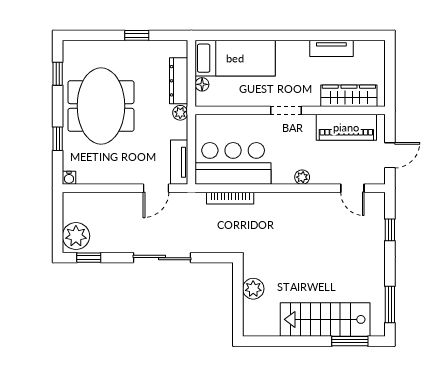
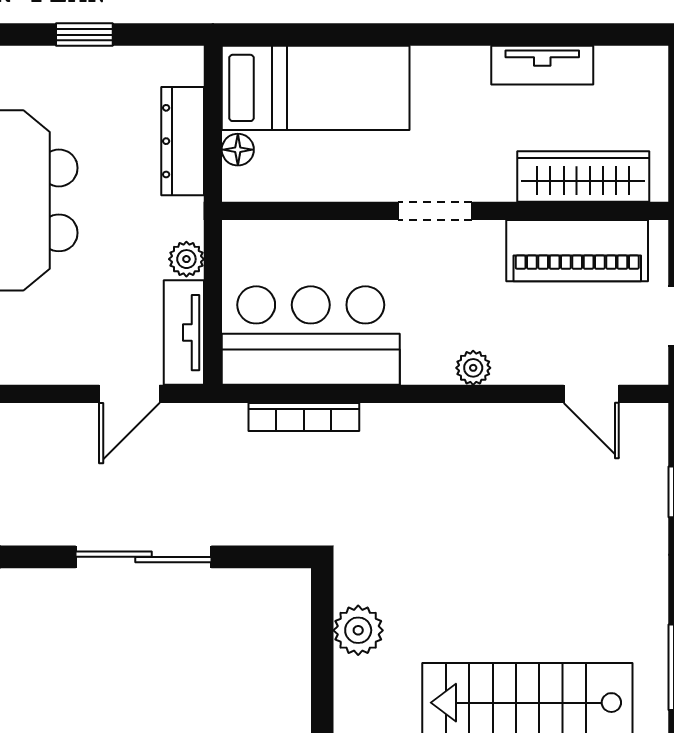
plant: (180, 113) -> (186, 259), moved

